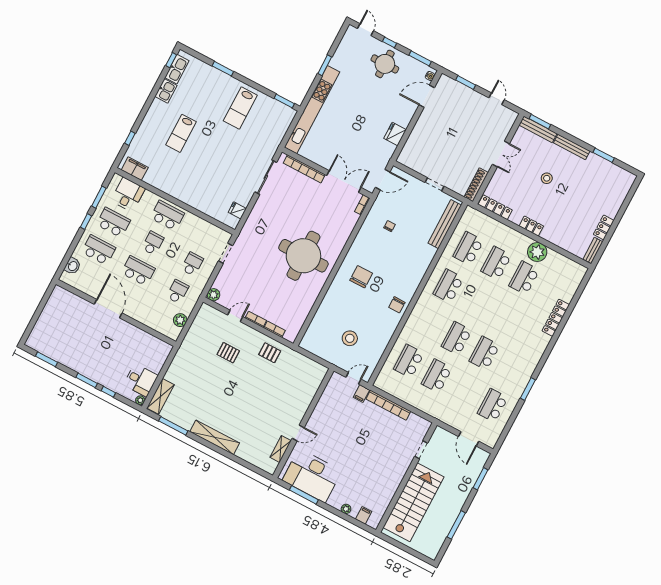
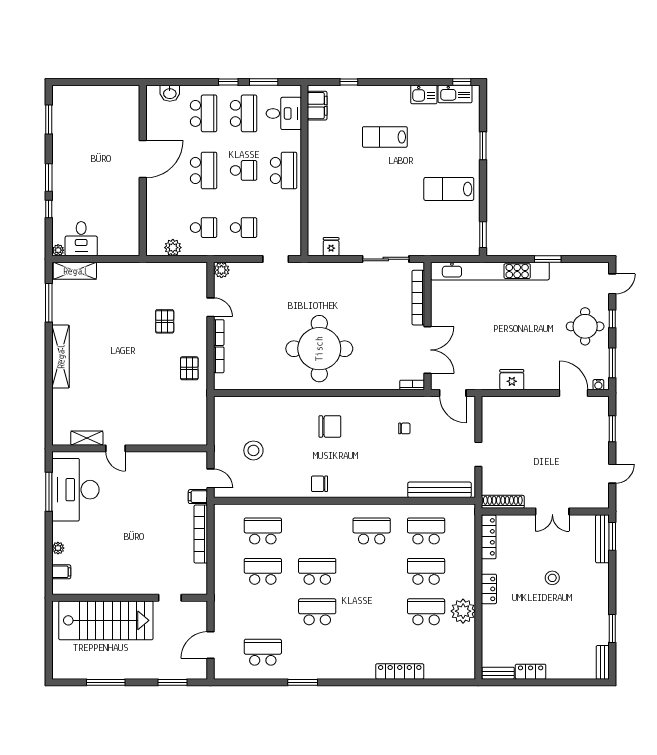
bench: (572, 147) -> (603, 662), moved, width x0.73

